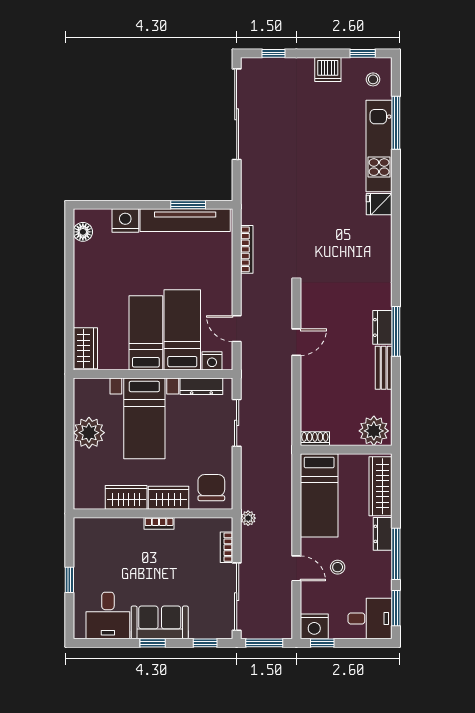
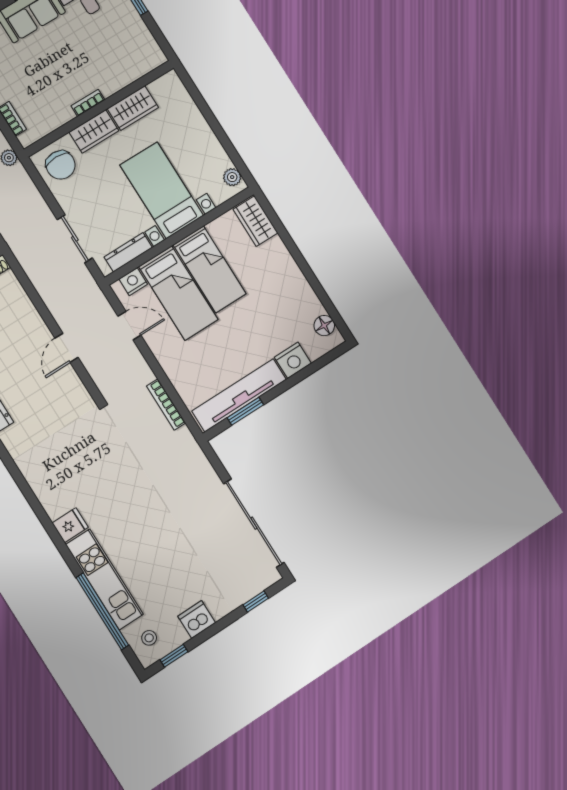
window: (396, 123) -> (102, 611), width x1.46
plant: (89, 433) -> (232, 177), moved, width x0.53, depth x0.53

